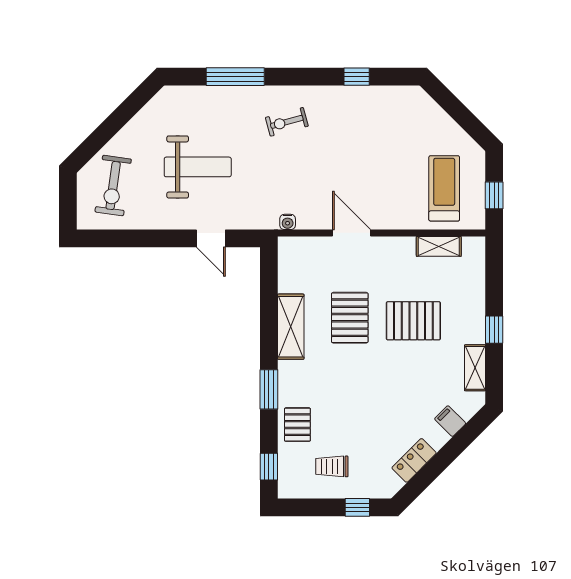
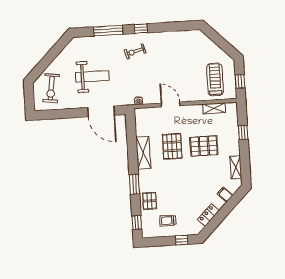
window: (357, 77) -> (141, 29), moved
door: (211, 238) -> (101, 111), width x1.88
window: (494, 330) -> (243, 132), moved

